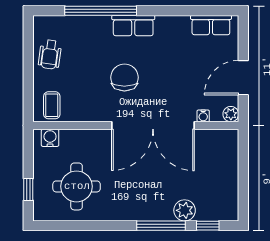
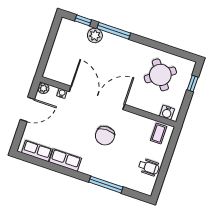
window: (101, 11) -> (106, 185), width x0.68
row of seats: (133, 26) -> (65, 160), moved
wheelchair: (50, 54) -> (149, 167), turned 82
round table: (77, 186) -> (160, 75), turned -36

